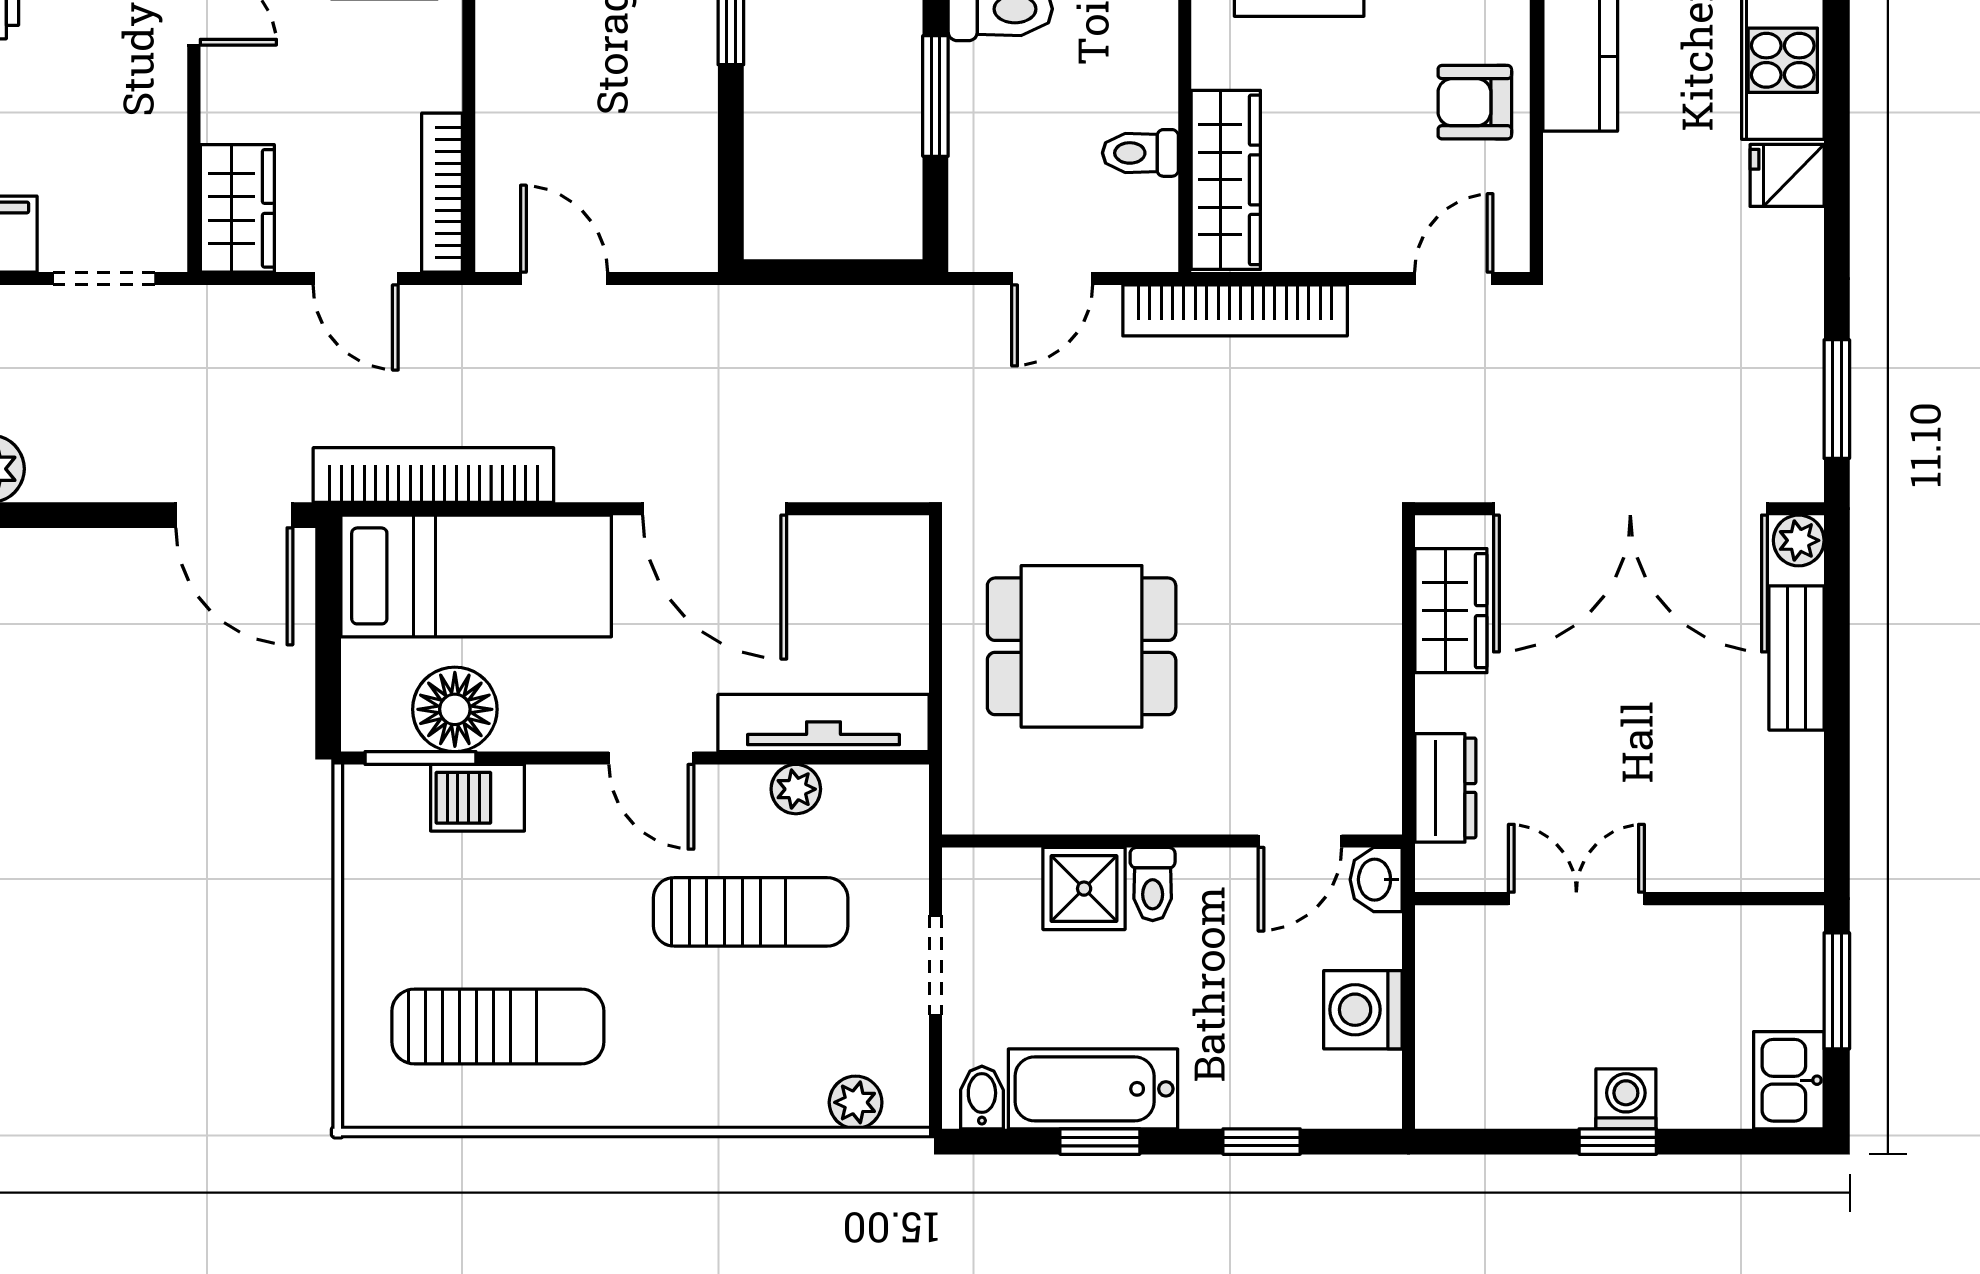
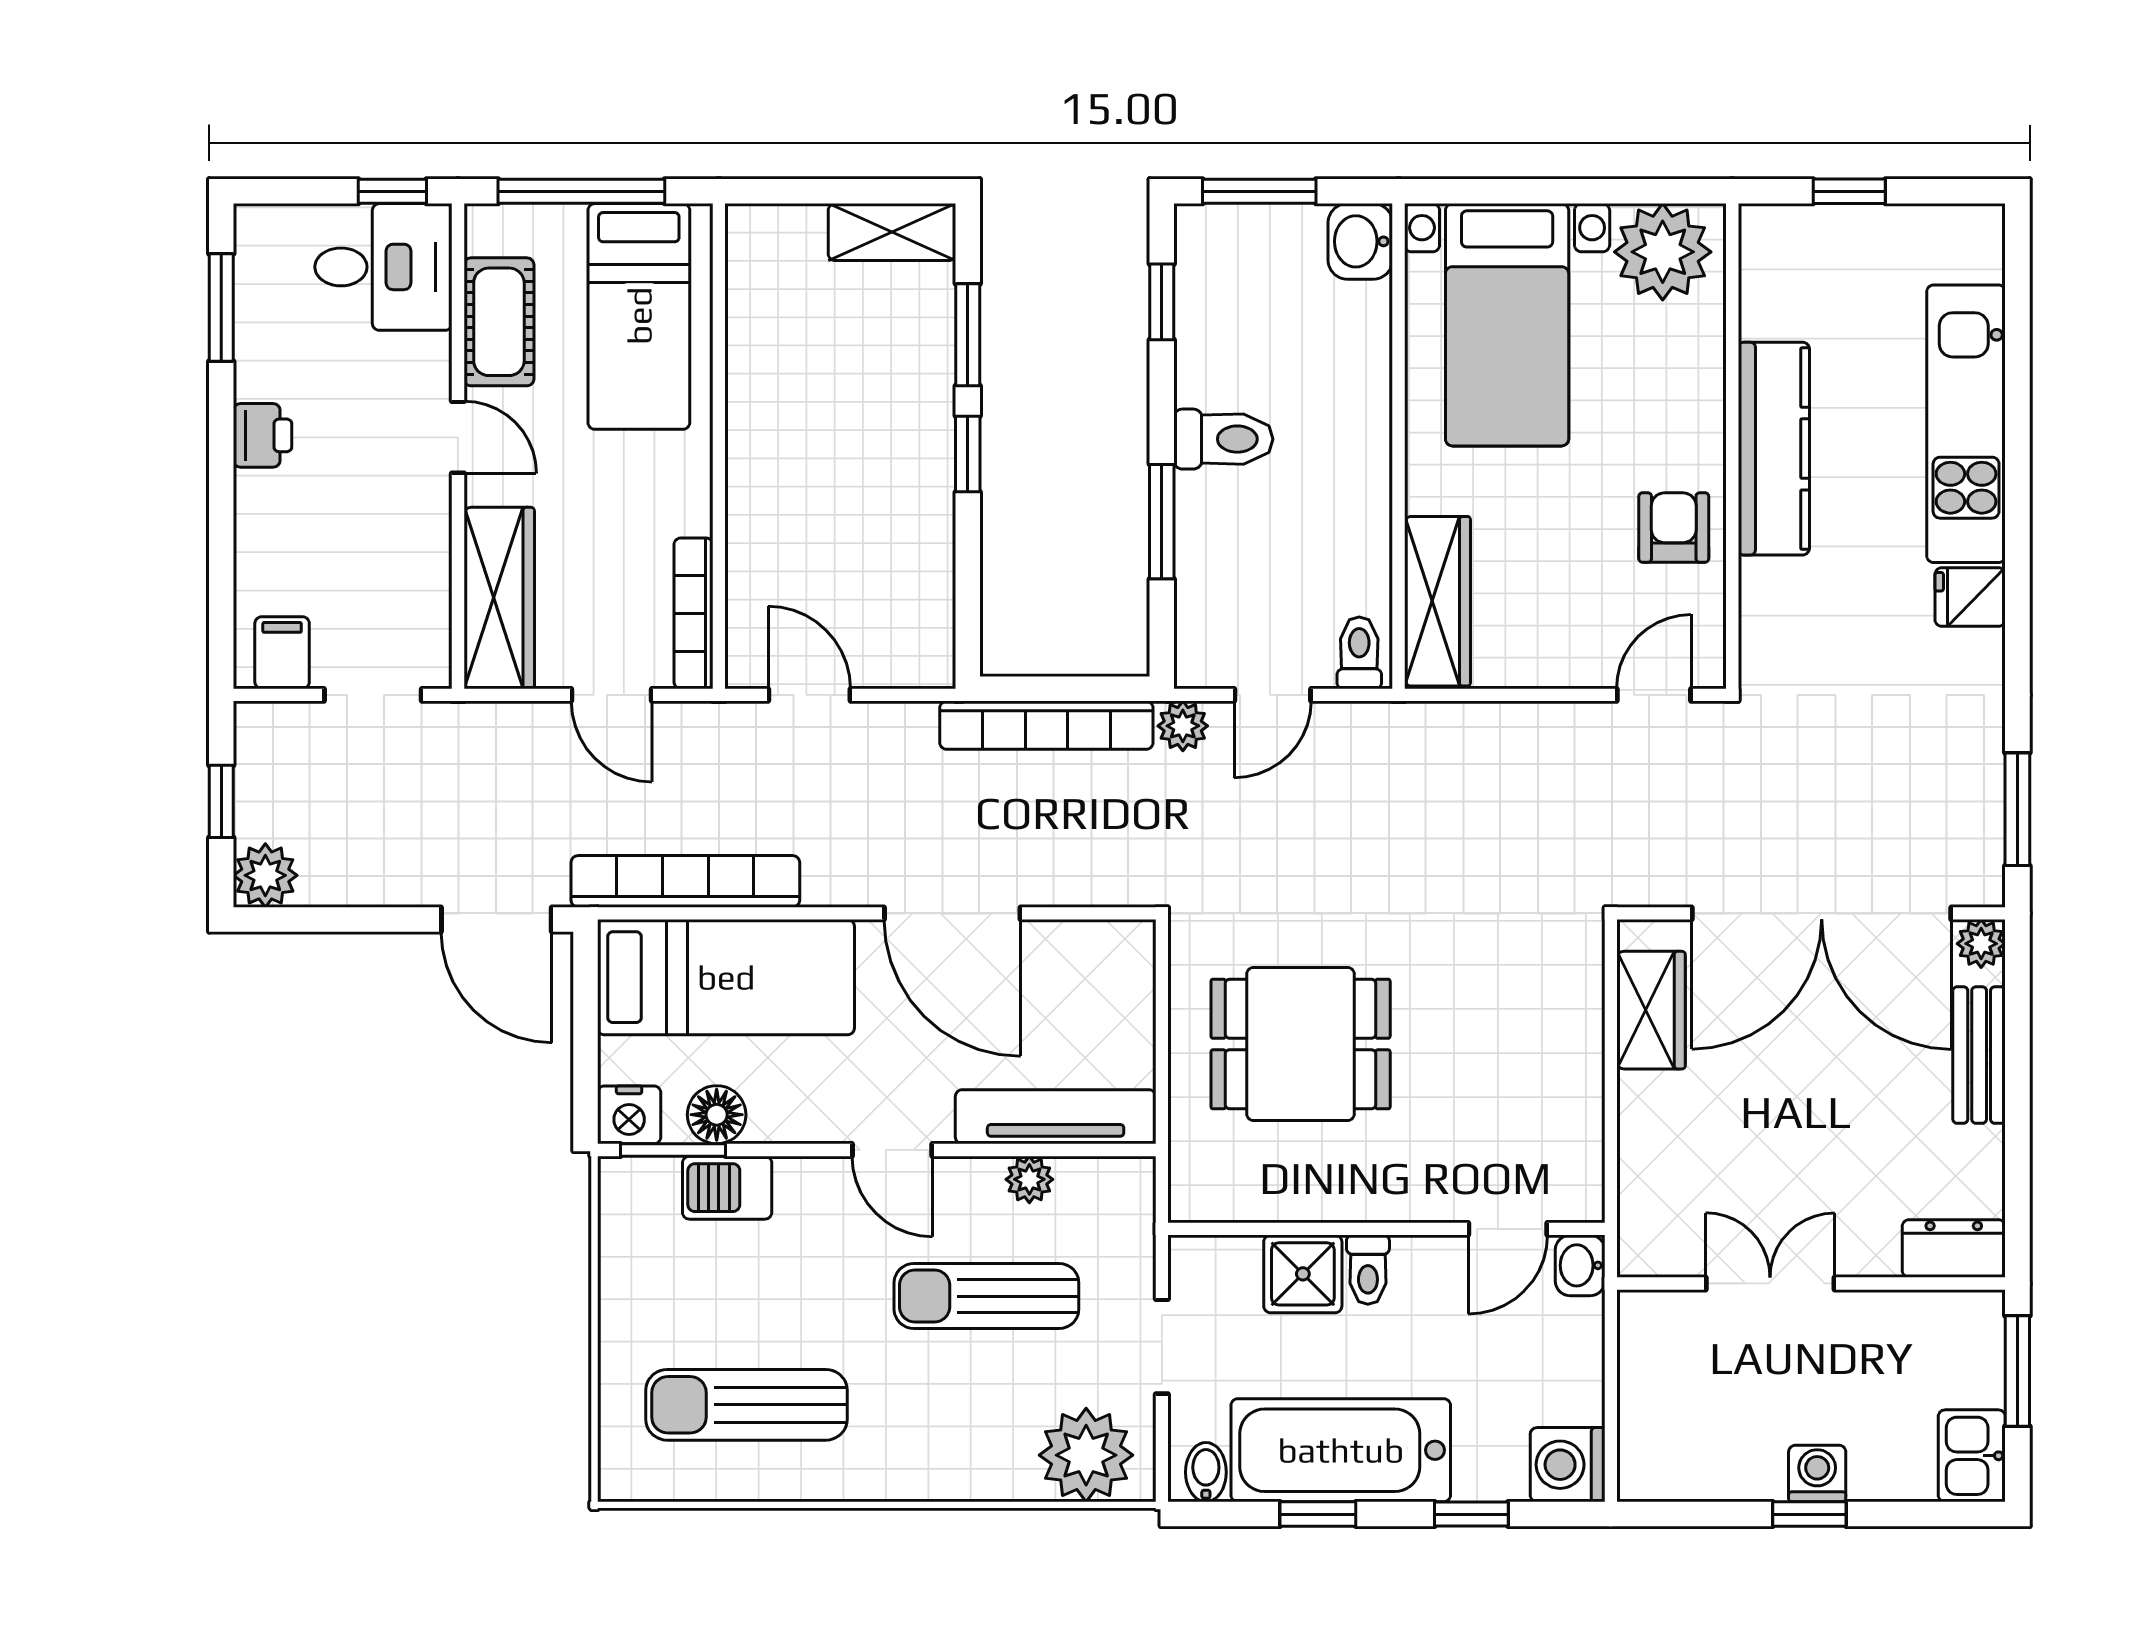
armchair: (1475, 102) -> (1674, 528), turned 90
toilet: (1140, 153) -> (1359, 653), moved, turned 90
wardrobe: (237, 208) -> (499, 598), width x1.50
bookcase: (1235, 310) -> (1046, 725), moved
plant: (958, 311) -> (1183, 726), added
floor lamp: (455, 709) -> (717, 1115), width x0.73, depth x0.73
nightstand: (374, 721) -> (629, 1115), added
dresser: (1445, 788) -> (1954, 1248), moved, turned -90
sun lounger: (751, 912) -> (986, 1296), turned 180
washing machine: (1363, 1010) -> (1568, 1465), moved
sun lounger: (498, 1026) -> (746, 1405), turned 180
bathtub: (1093, 1089) -> (1341, 1450), width x1.36, depth x1.36
plant: (856, 1102) -> (1086, 1455), width x1.87, depth x1.87

